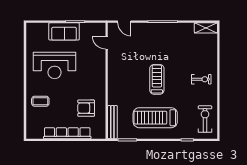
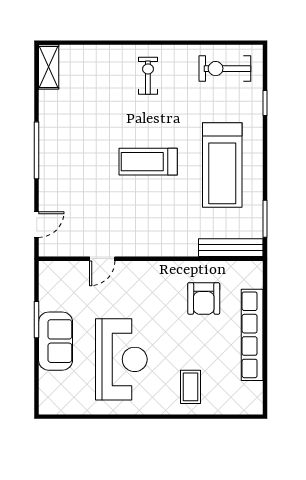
door: (107, 43) -> (102, 259), moved

